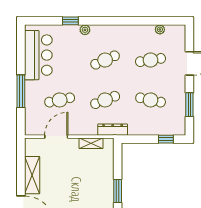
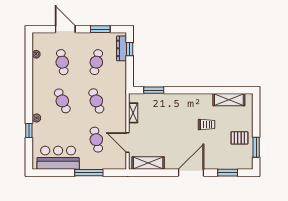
dresser: (113, 130) -> (122, 48), moved
shelving: (32, 175) -> (148, 163), moved
window: (118, 191) -> (154, 90), moved

